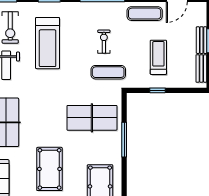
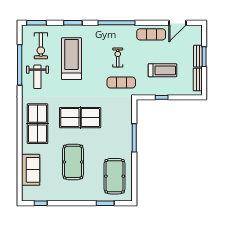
treadmill: (48, 43) -> (71, 59), turned 180
treadmill: (158, 57) -> (162, 70), turned 90
table tennis table: (92, 118) -> (80, 118), moved

